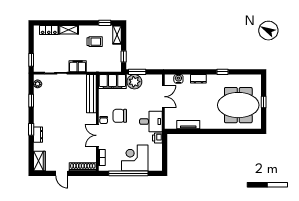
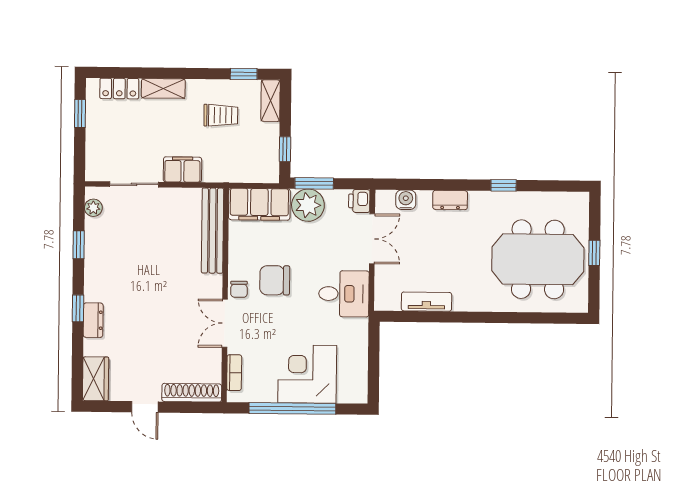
window: (31, 60) -> (80, 114), moved
printer: (157, 138) -> (359, 201), moved

